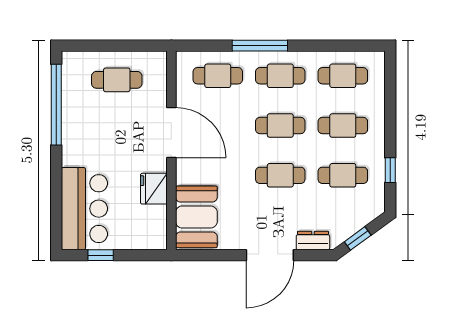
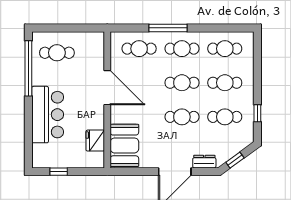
cafe table: (117, 80) -> (57, 53), moved
fridge: (154, 189) -> (95, 141), moved
bar counter: (84, 209) -> (48, 115), moved

